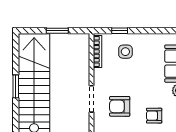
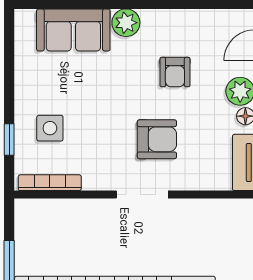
armchair: (120, 106) -> (157, 139), turned -90

